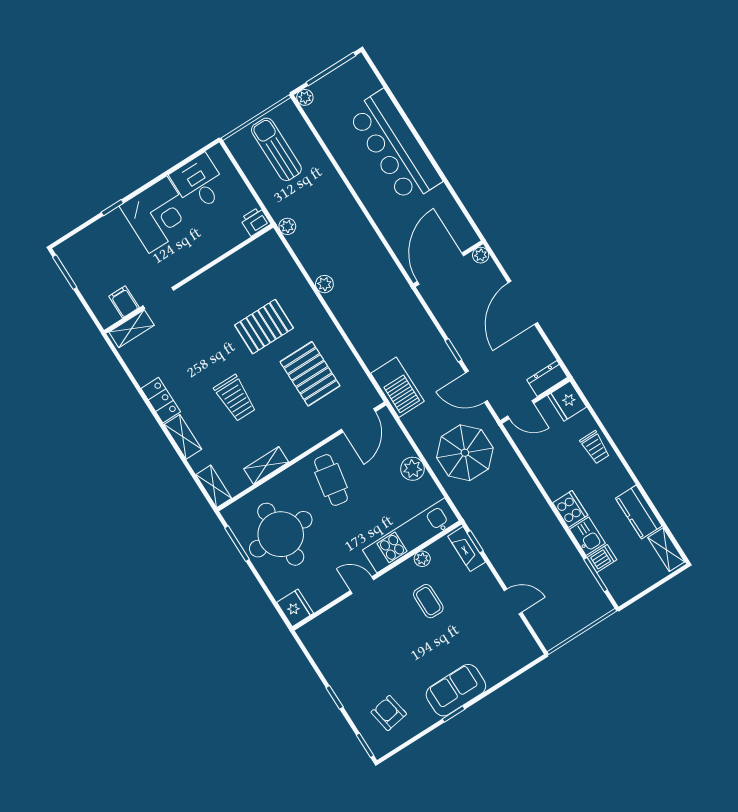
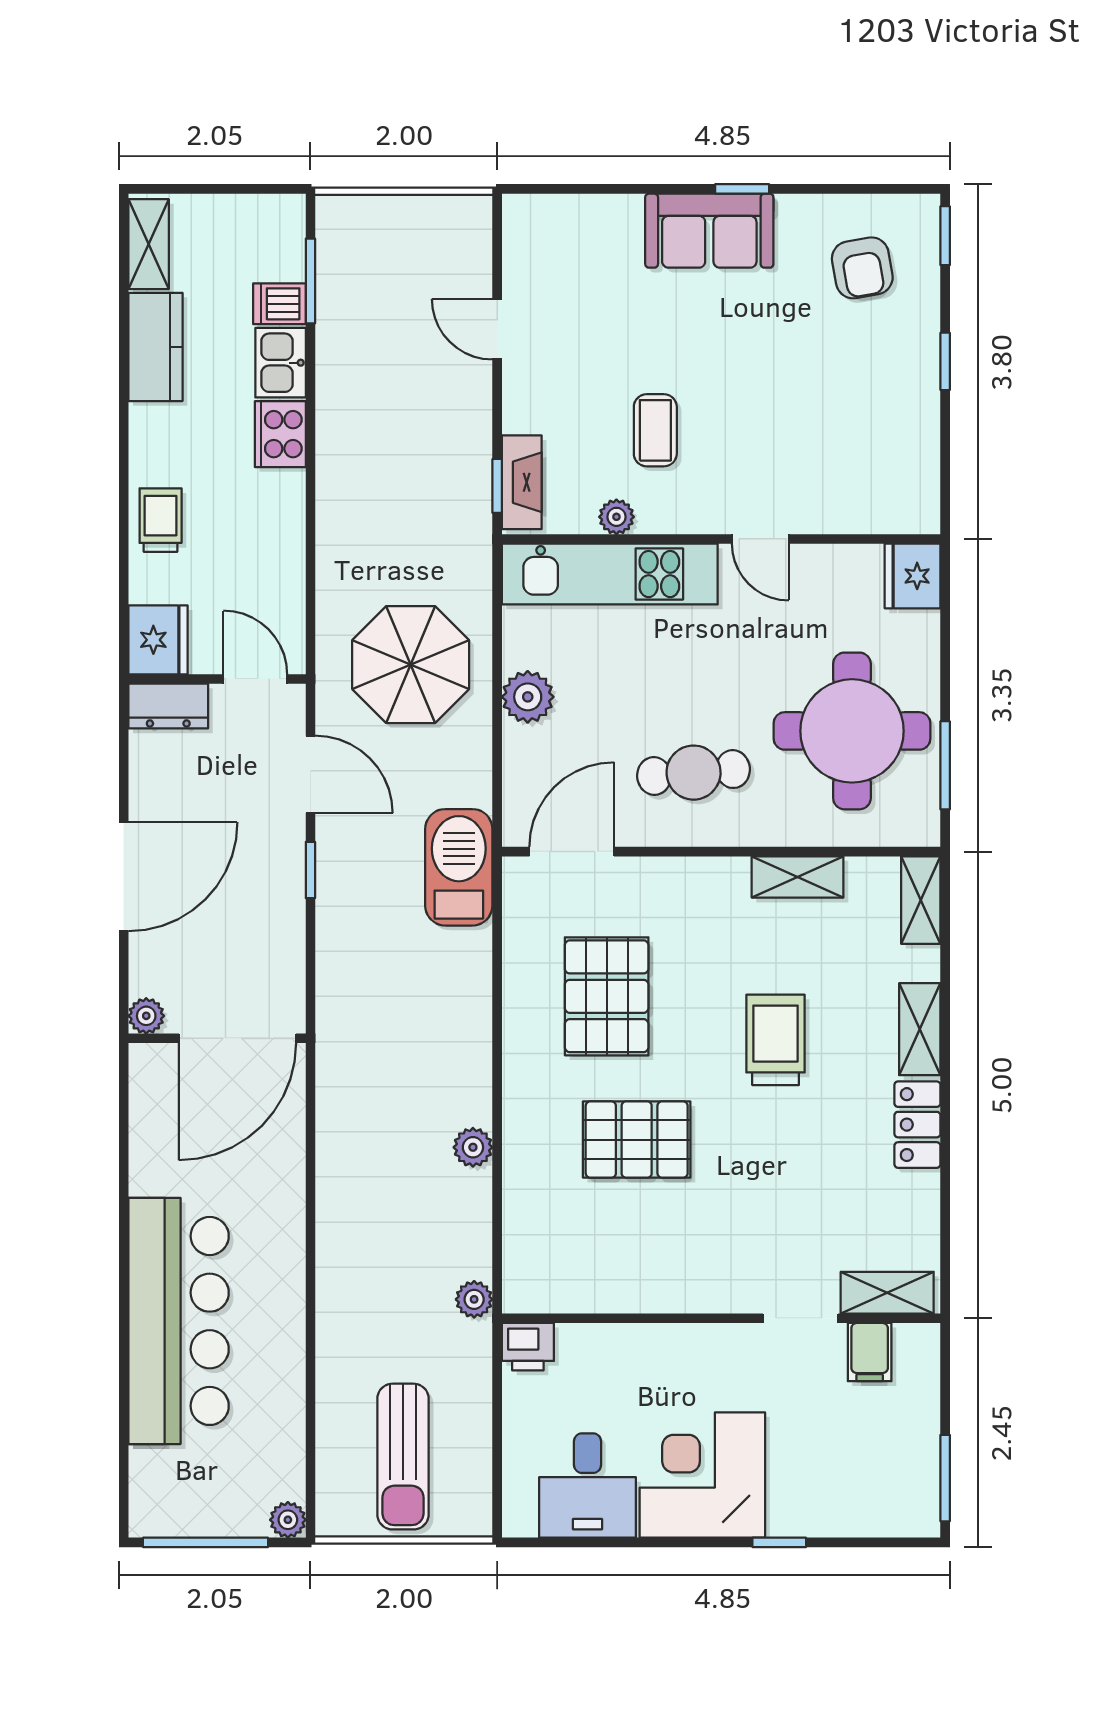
cafe table: (331, 480) -> (694, 773), turned 75

